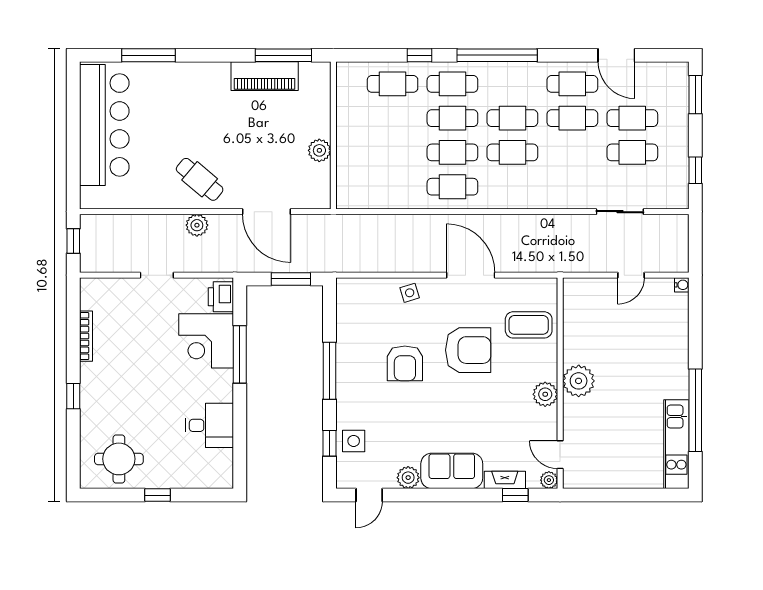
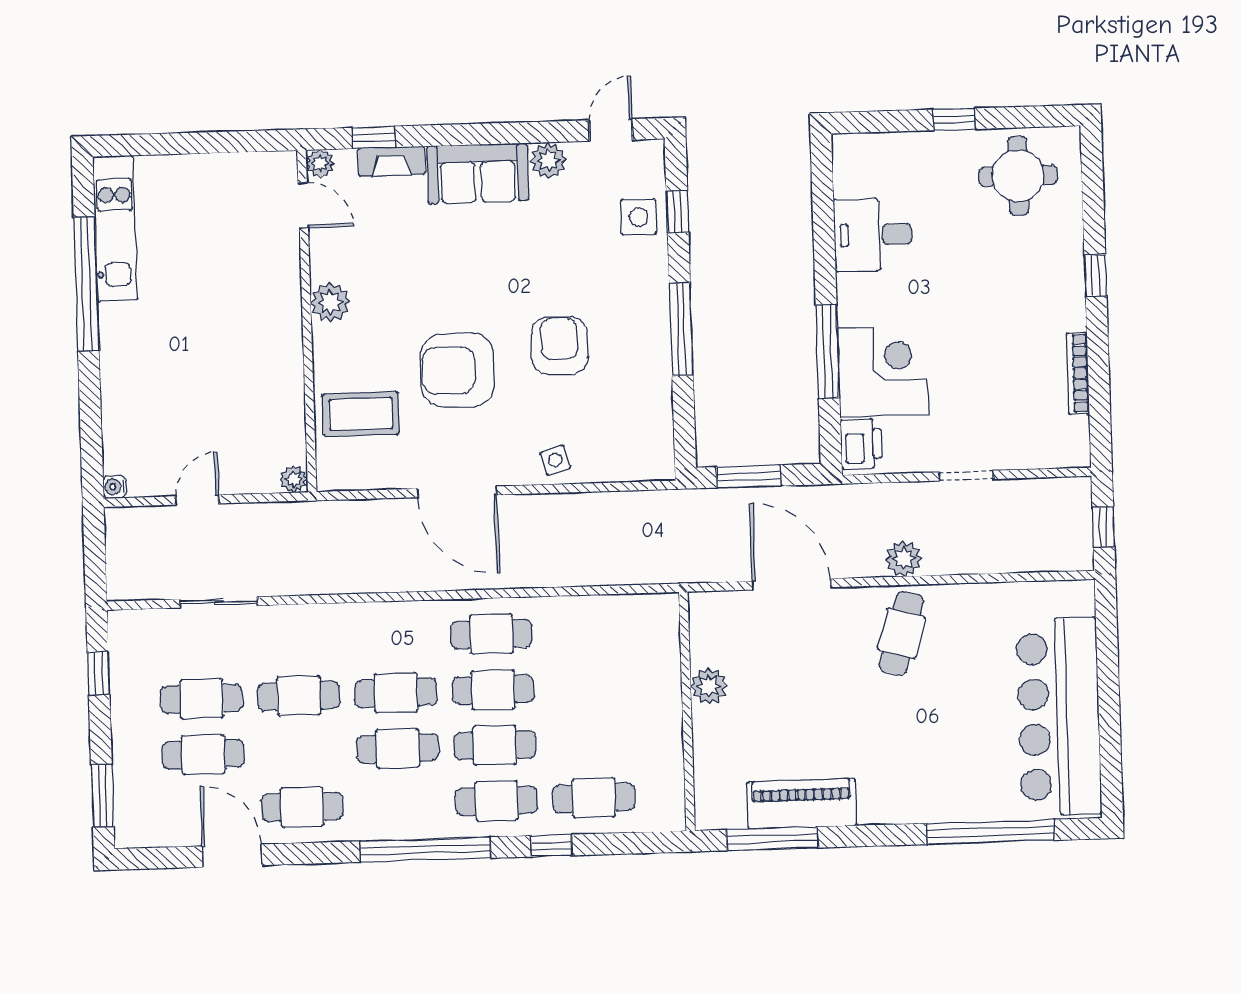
window: (148, 55) -> (991, 832), width x1.46
cafe table: (572, 118) -> (299, 696), moved
cafe table: (200, 179) -> (902, 633), turned 66
plant: (579, 381) -> (294, 479), moved, width x0.53, depth x0.53

